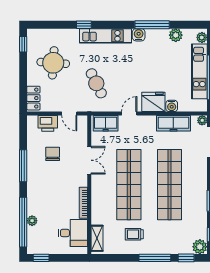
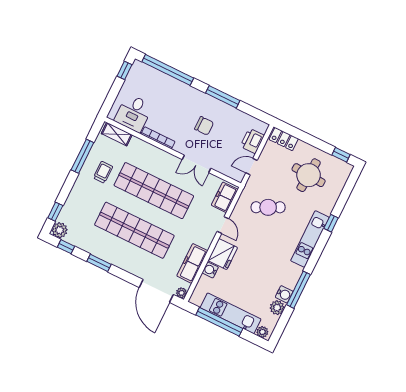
water cooler: (139, 35) -> (284, 294), moved
chair: (53, 154) -> (204, 126), moved
plant: (32, 221) -> (165, 79), removed
window: (155, 258) -> (82, 156), moved

